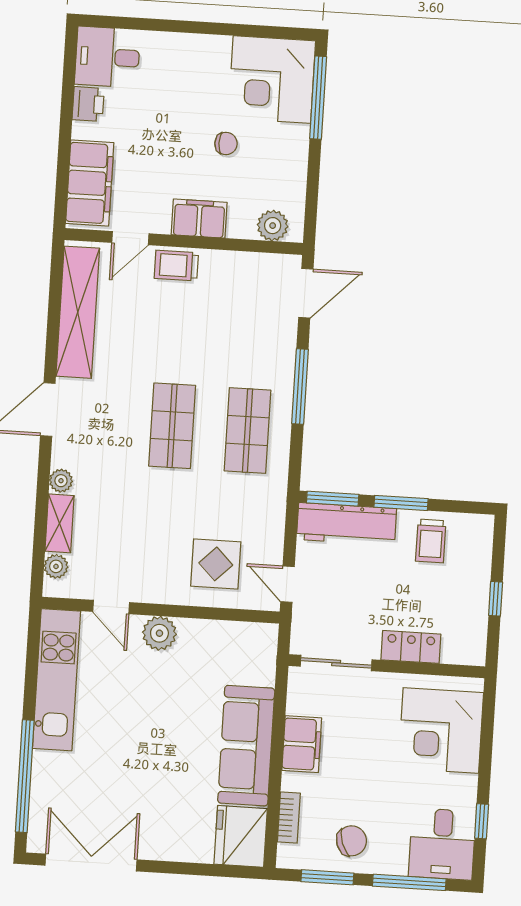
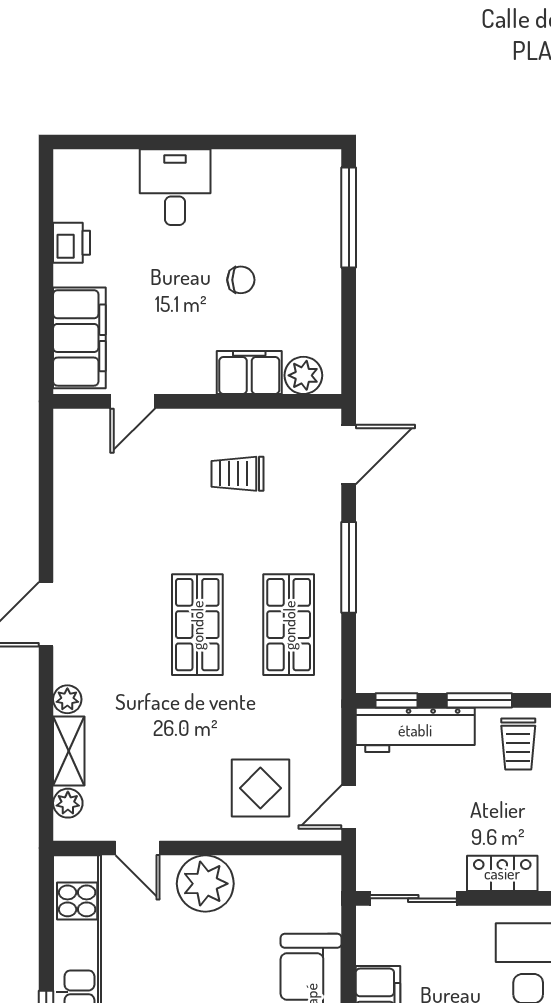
desk: (107, 57) -> (175, 187), moved, turned 90
corner desk: (272, 80) -> (291, 199), removed
filing cabinet: (199, 219) -> (249, 372), moved
trolley: (176, 265) -> (237, 474), moved
shelving: (78, 312) -> (75, 495), removed
window: (333, 499) -> (397, 700), width x0.67
door: (288, 584) -> (349, 807), hinge flipped
plant: (159, 633) -> (205, 884), width x1.36, depth x1.36

